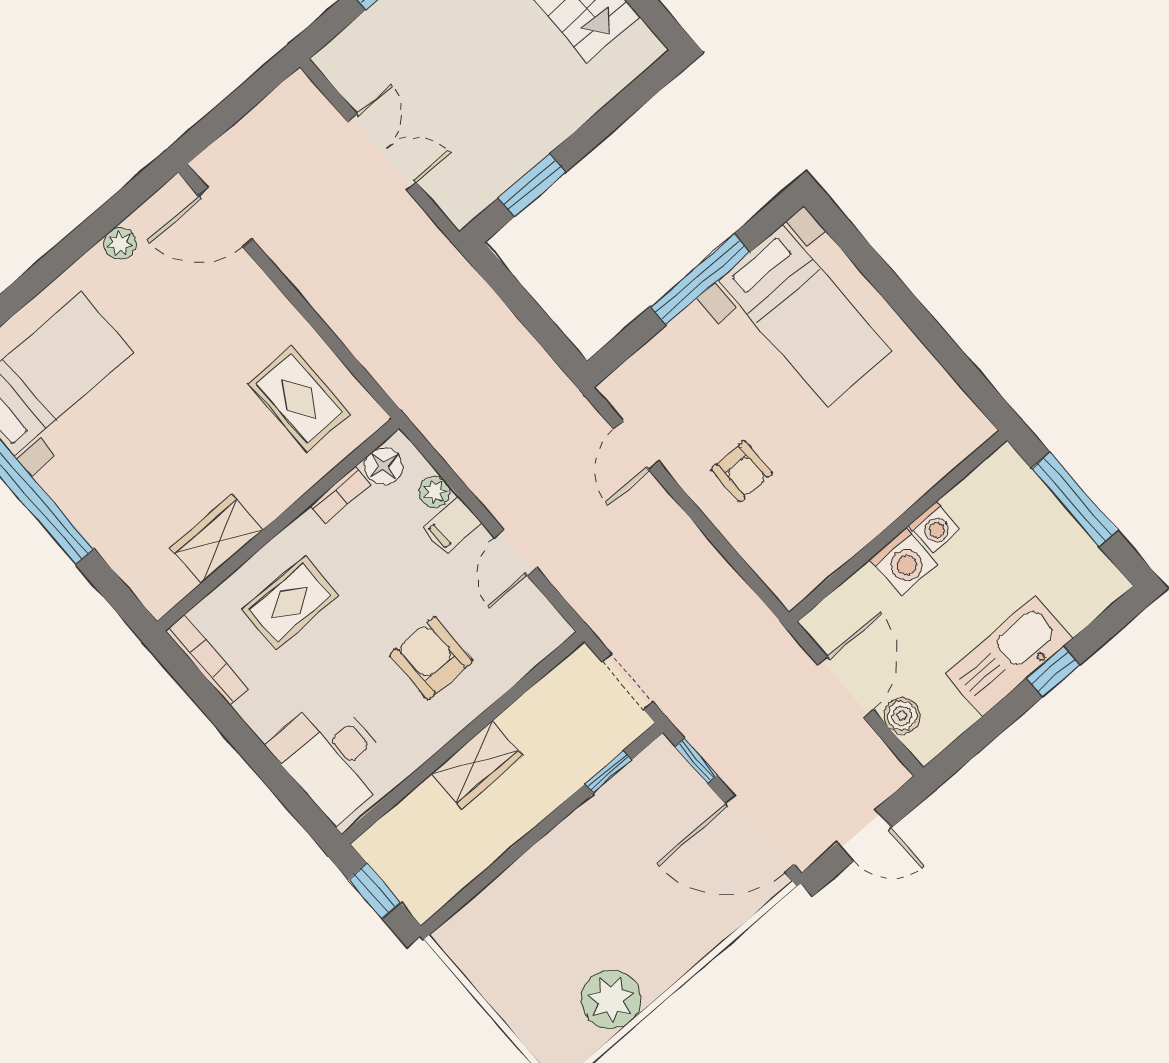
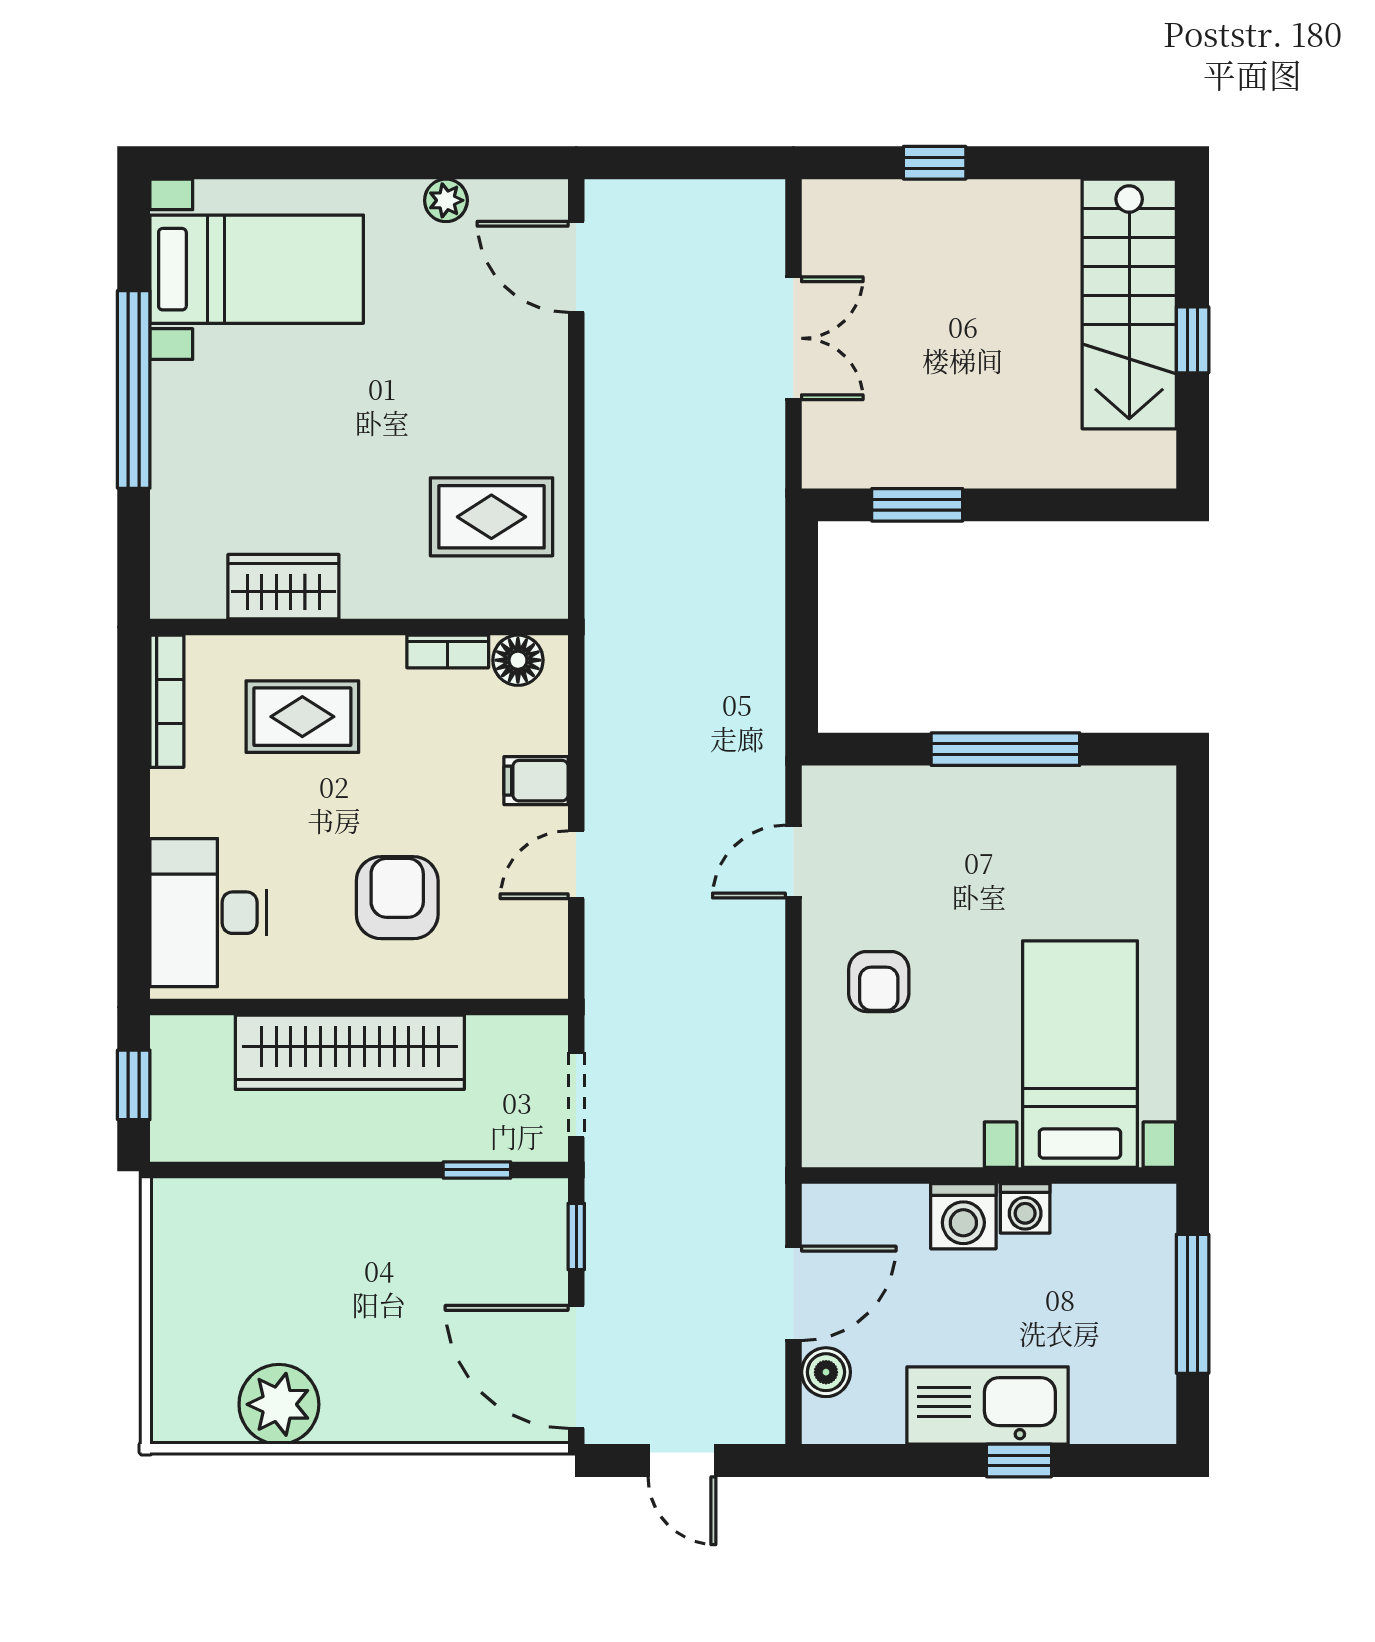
bed with nightstands: (805, 315) -> (1080, 1054), moved, turned 180
rug: (299, 399) -> (491, 517), turned 90
plant: (435, 492) -> (547, 731), removed
wardrobe: (477, 765) -> (350, 1052), width x2.10, depth x1.17

